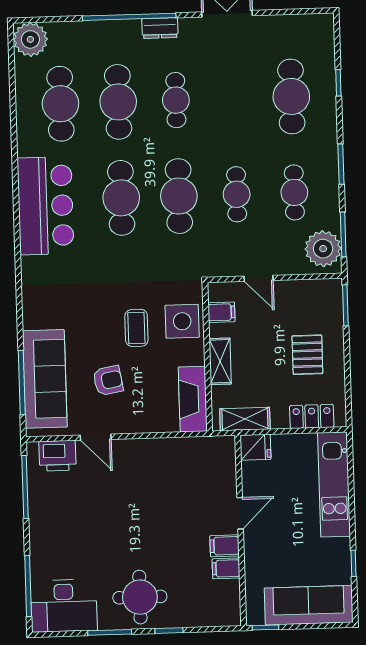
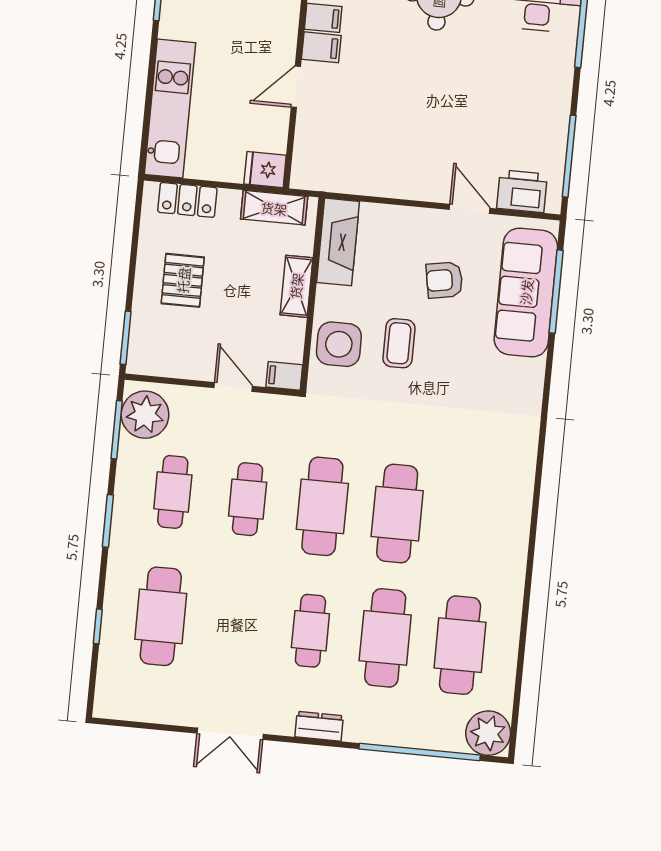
window: (129, 17) -> (420, 752), moved
bar counter: (45, 206) -> (496, 516), removed
filing cabinet: (221, 312) -> (284, 376), moved

